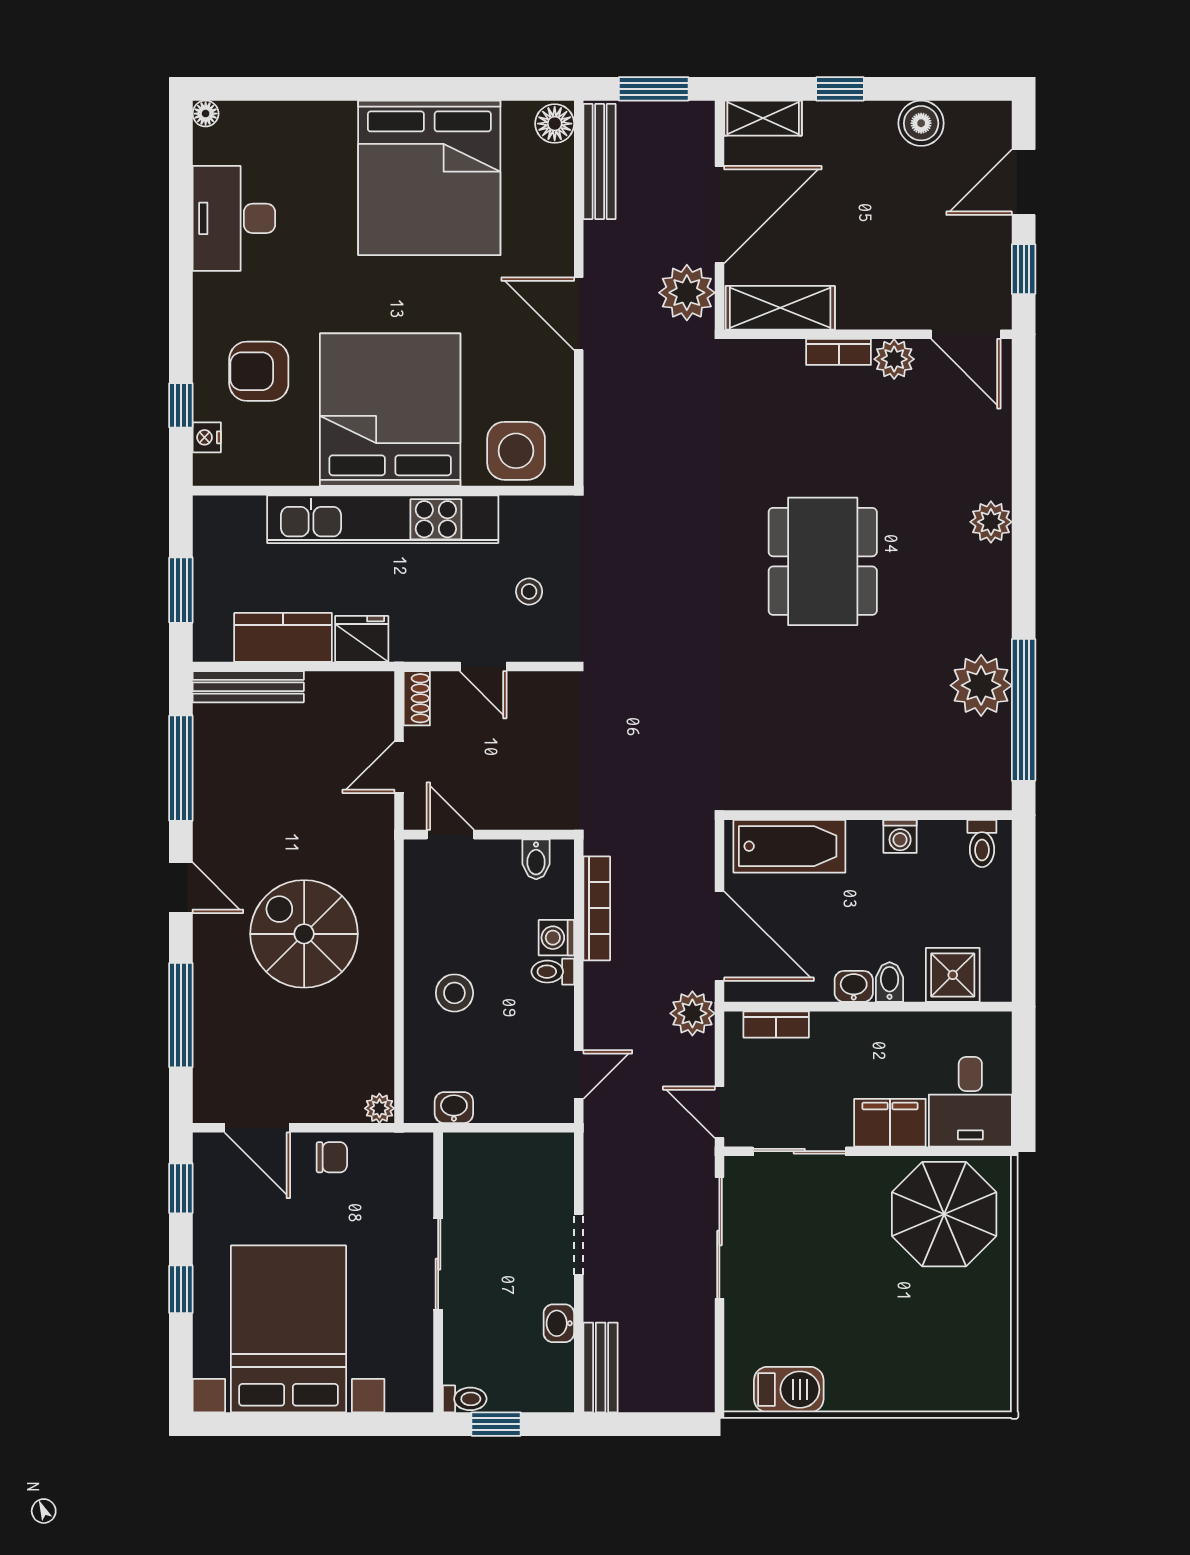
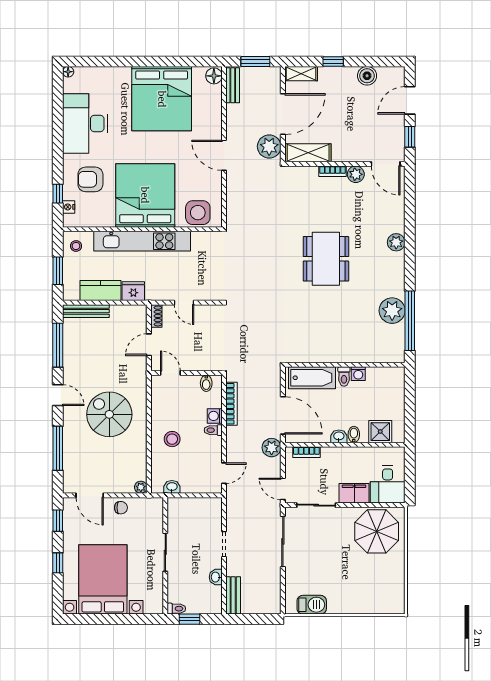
bench: (600, 162) -> (233, 85), width x0.73
desk: (234, 218) -> (85, 124), width x1.36, depth x1.30
stool: (529, 591) -> (76, 246), moved
toilet: (982, 843) -> (344, 377), moved

